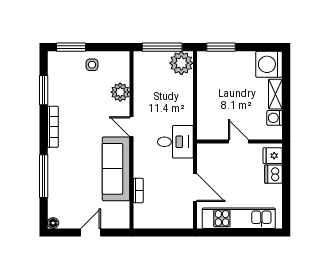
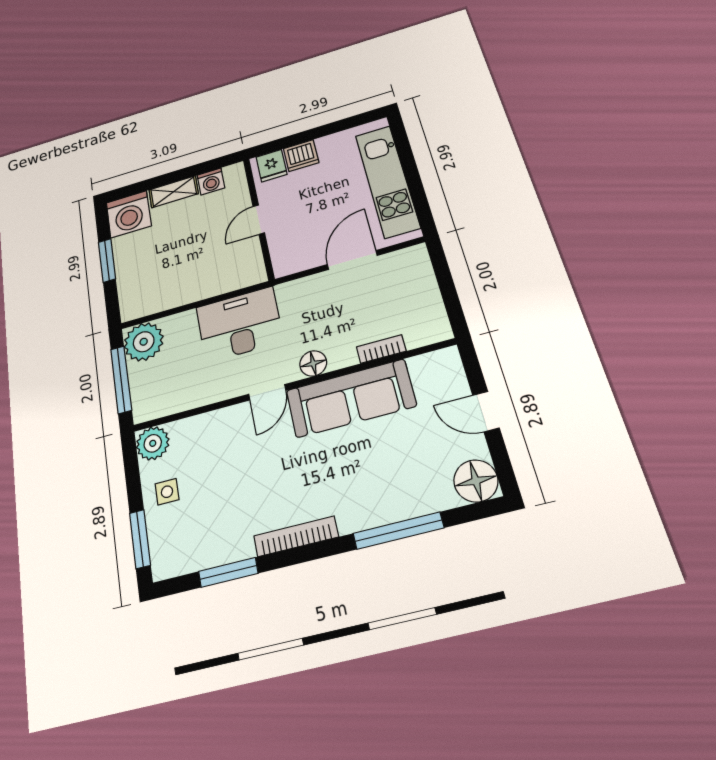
window: (221, 47) -> (107, 260), moved
plant: (120, 92) -> (153, 443), moved
desk: (175, 142) -> (239, 324), moved, width x1.37
floor lamp: (141, 154) -> (313, 363), added
floor lamp: (53, 223) -> (476, 481), width x1.89, depth x1.89

